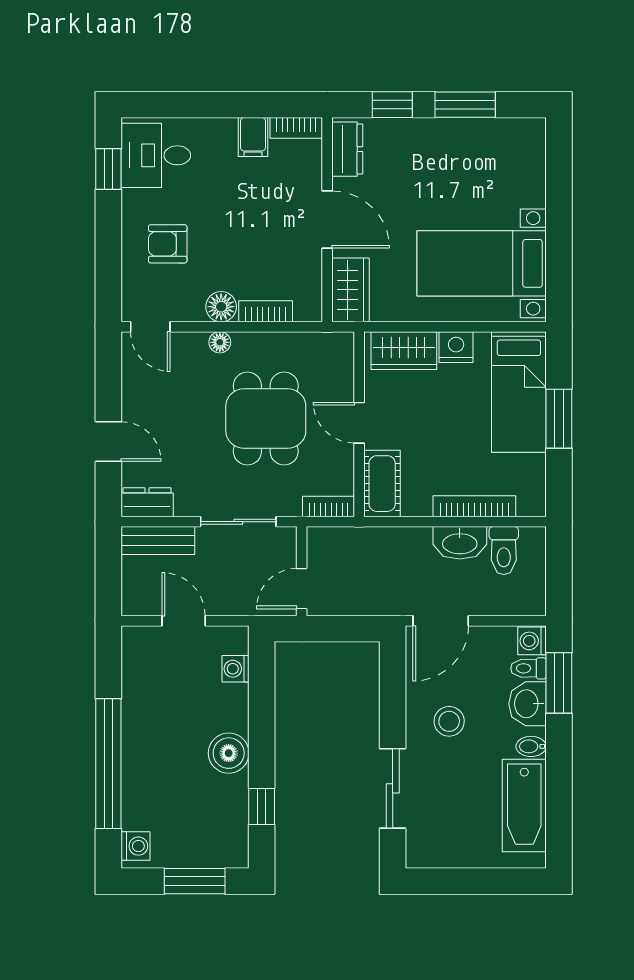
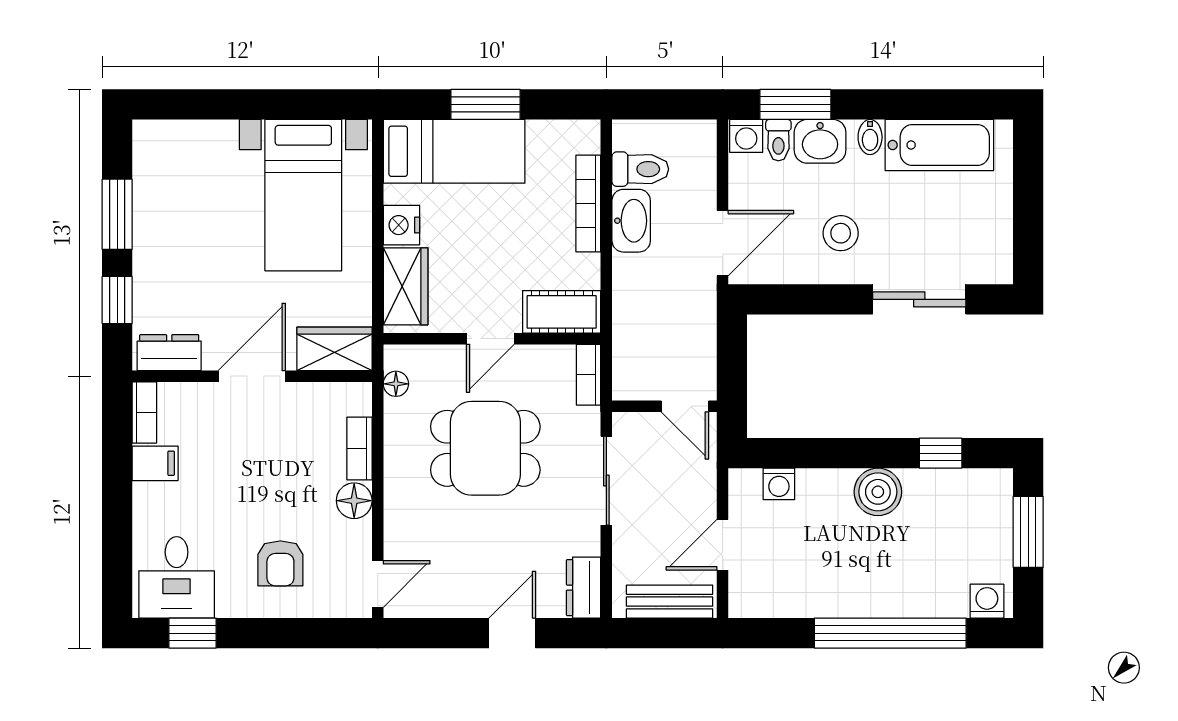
floor lamp: (220, 342) -> (396, 384), moved
bench: (158, 540) -> (670, 602), moved, turned 90
door: (441, 621) -> (723, 243), hinge flipped

